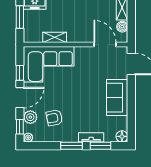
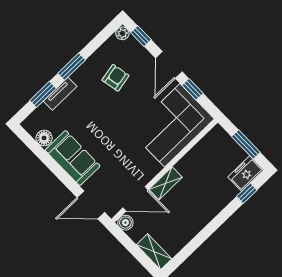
boiler: (122, 27) -> (125, 223), moved
shelving: (55, 37) -> (166, 183), moved
plant: (30, 117) -> (140, 55), removed
floor lamp: (122, 136) -> (44, 138), moved

